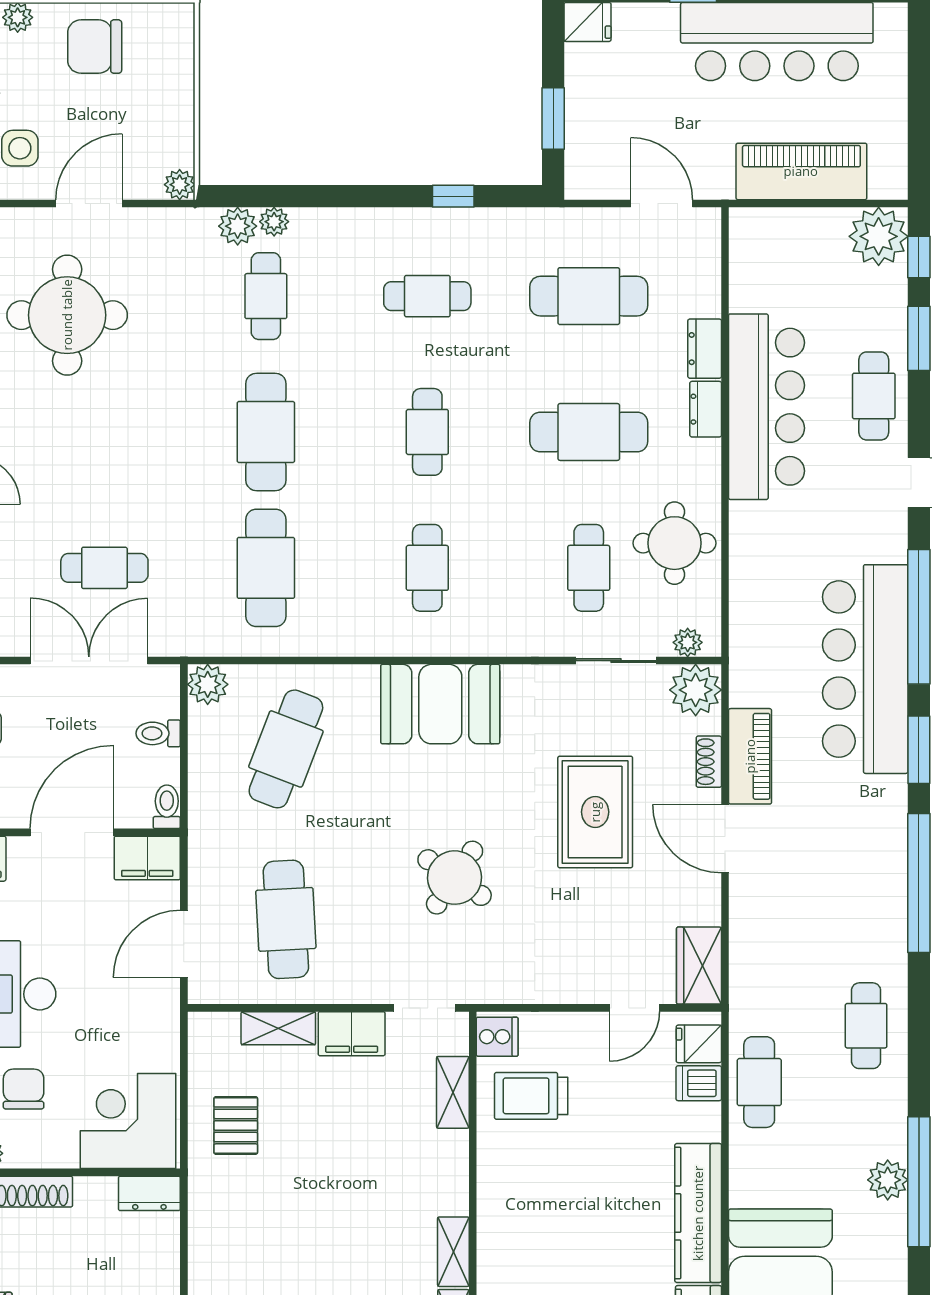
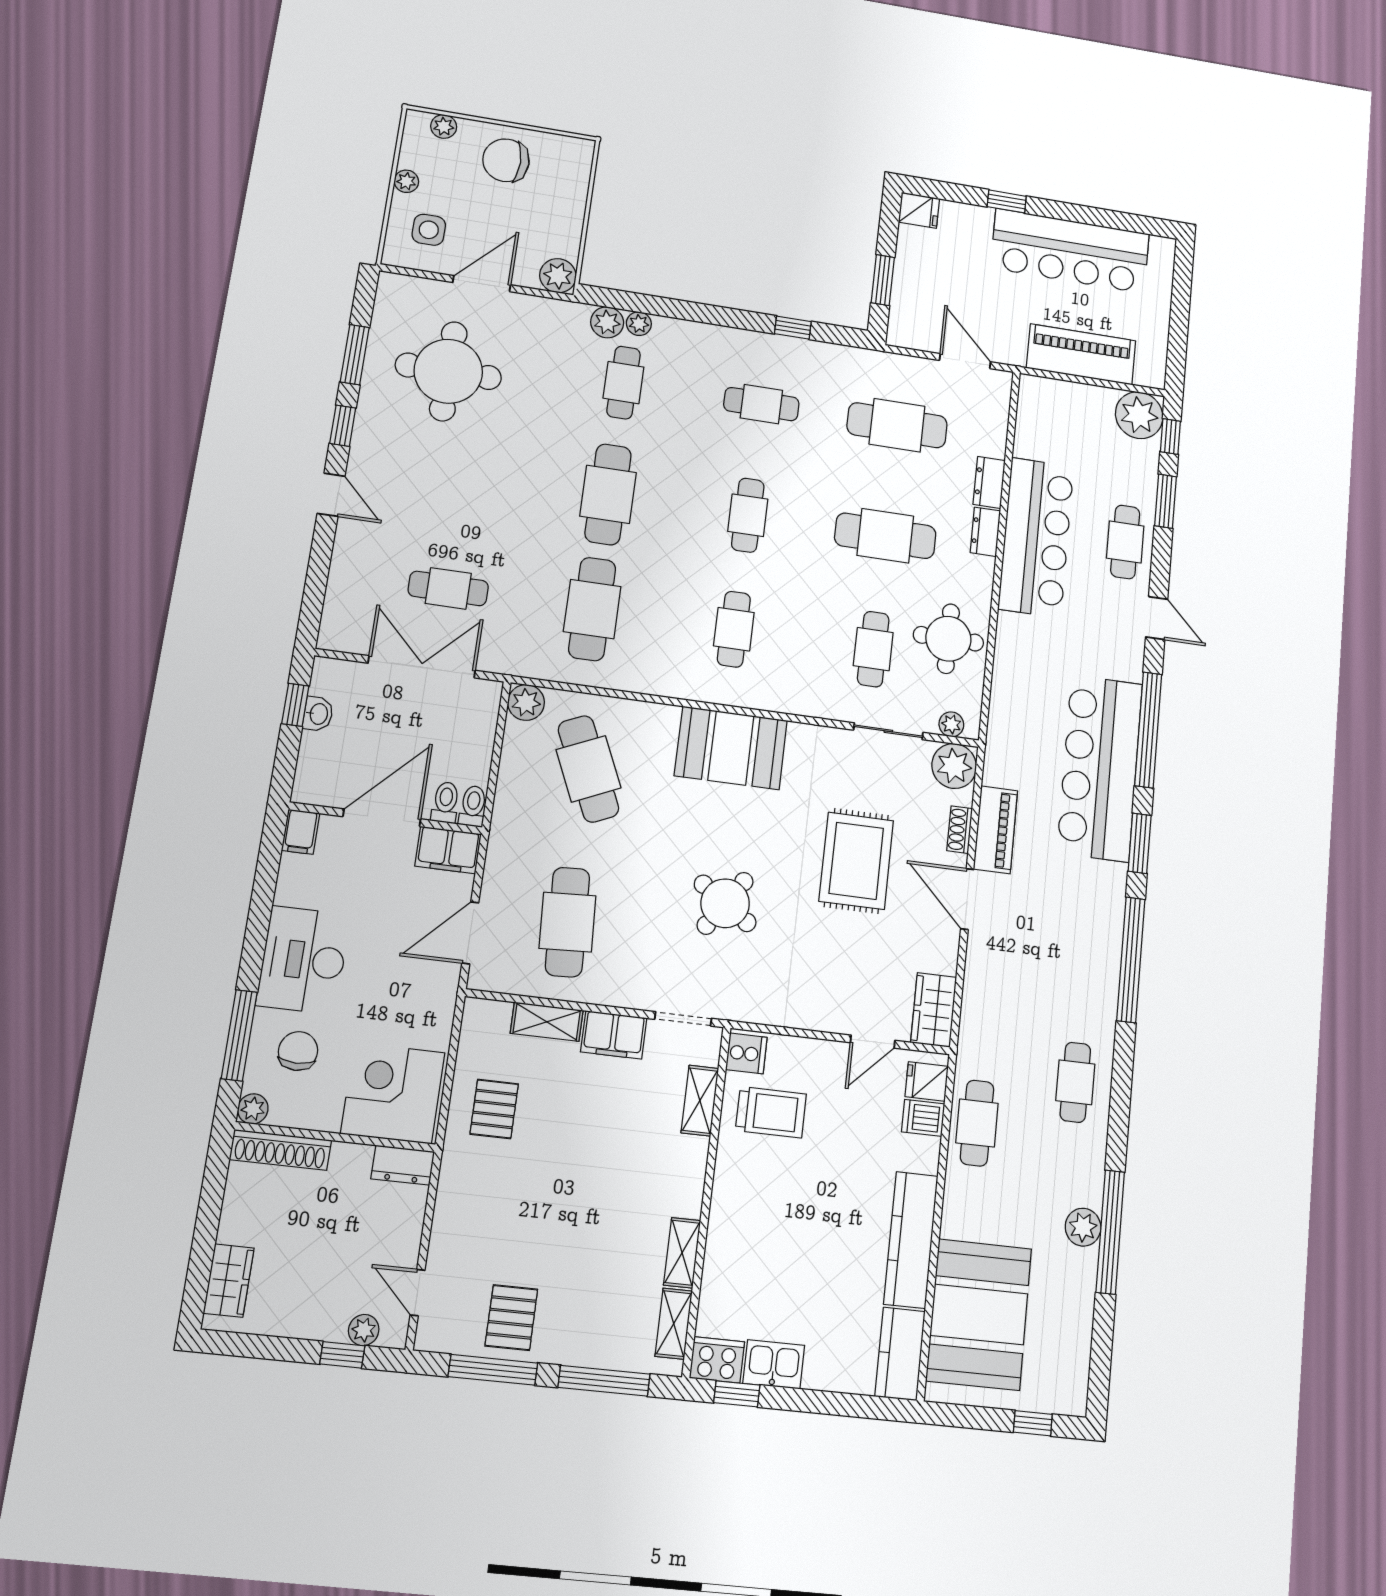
plant: (180, 185) -> (558, 276), width x1.38, depth x1.38
toilet: (158, 733) -> (446, 802), moved, turned 90
cafe table: (286, 749) -> (588, 769), turned -45
trolley: (531, 1096) -> (771, 1112), turned 180

